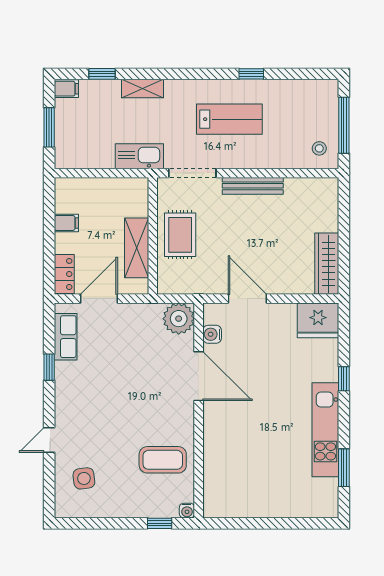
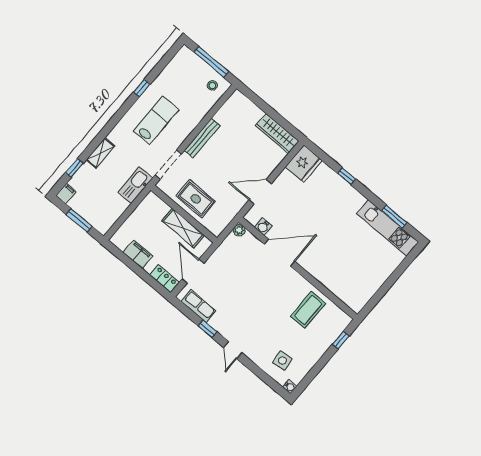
filing cabinet: (66, 223) -> (138, 254), width x2.00
plant: (179, 319) -> (239, 230), width x0.53, depth x0.53
kitchen unit: (325, 430) -> (388, 228), moved
door: (49, 440) -> (233, 350), moved
water cooler: (187, 511) -> (290, 387), moved

